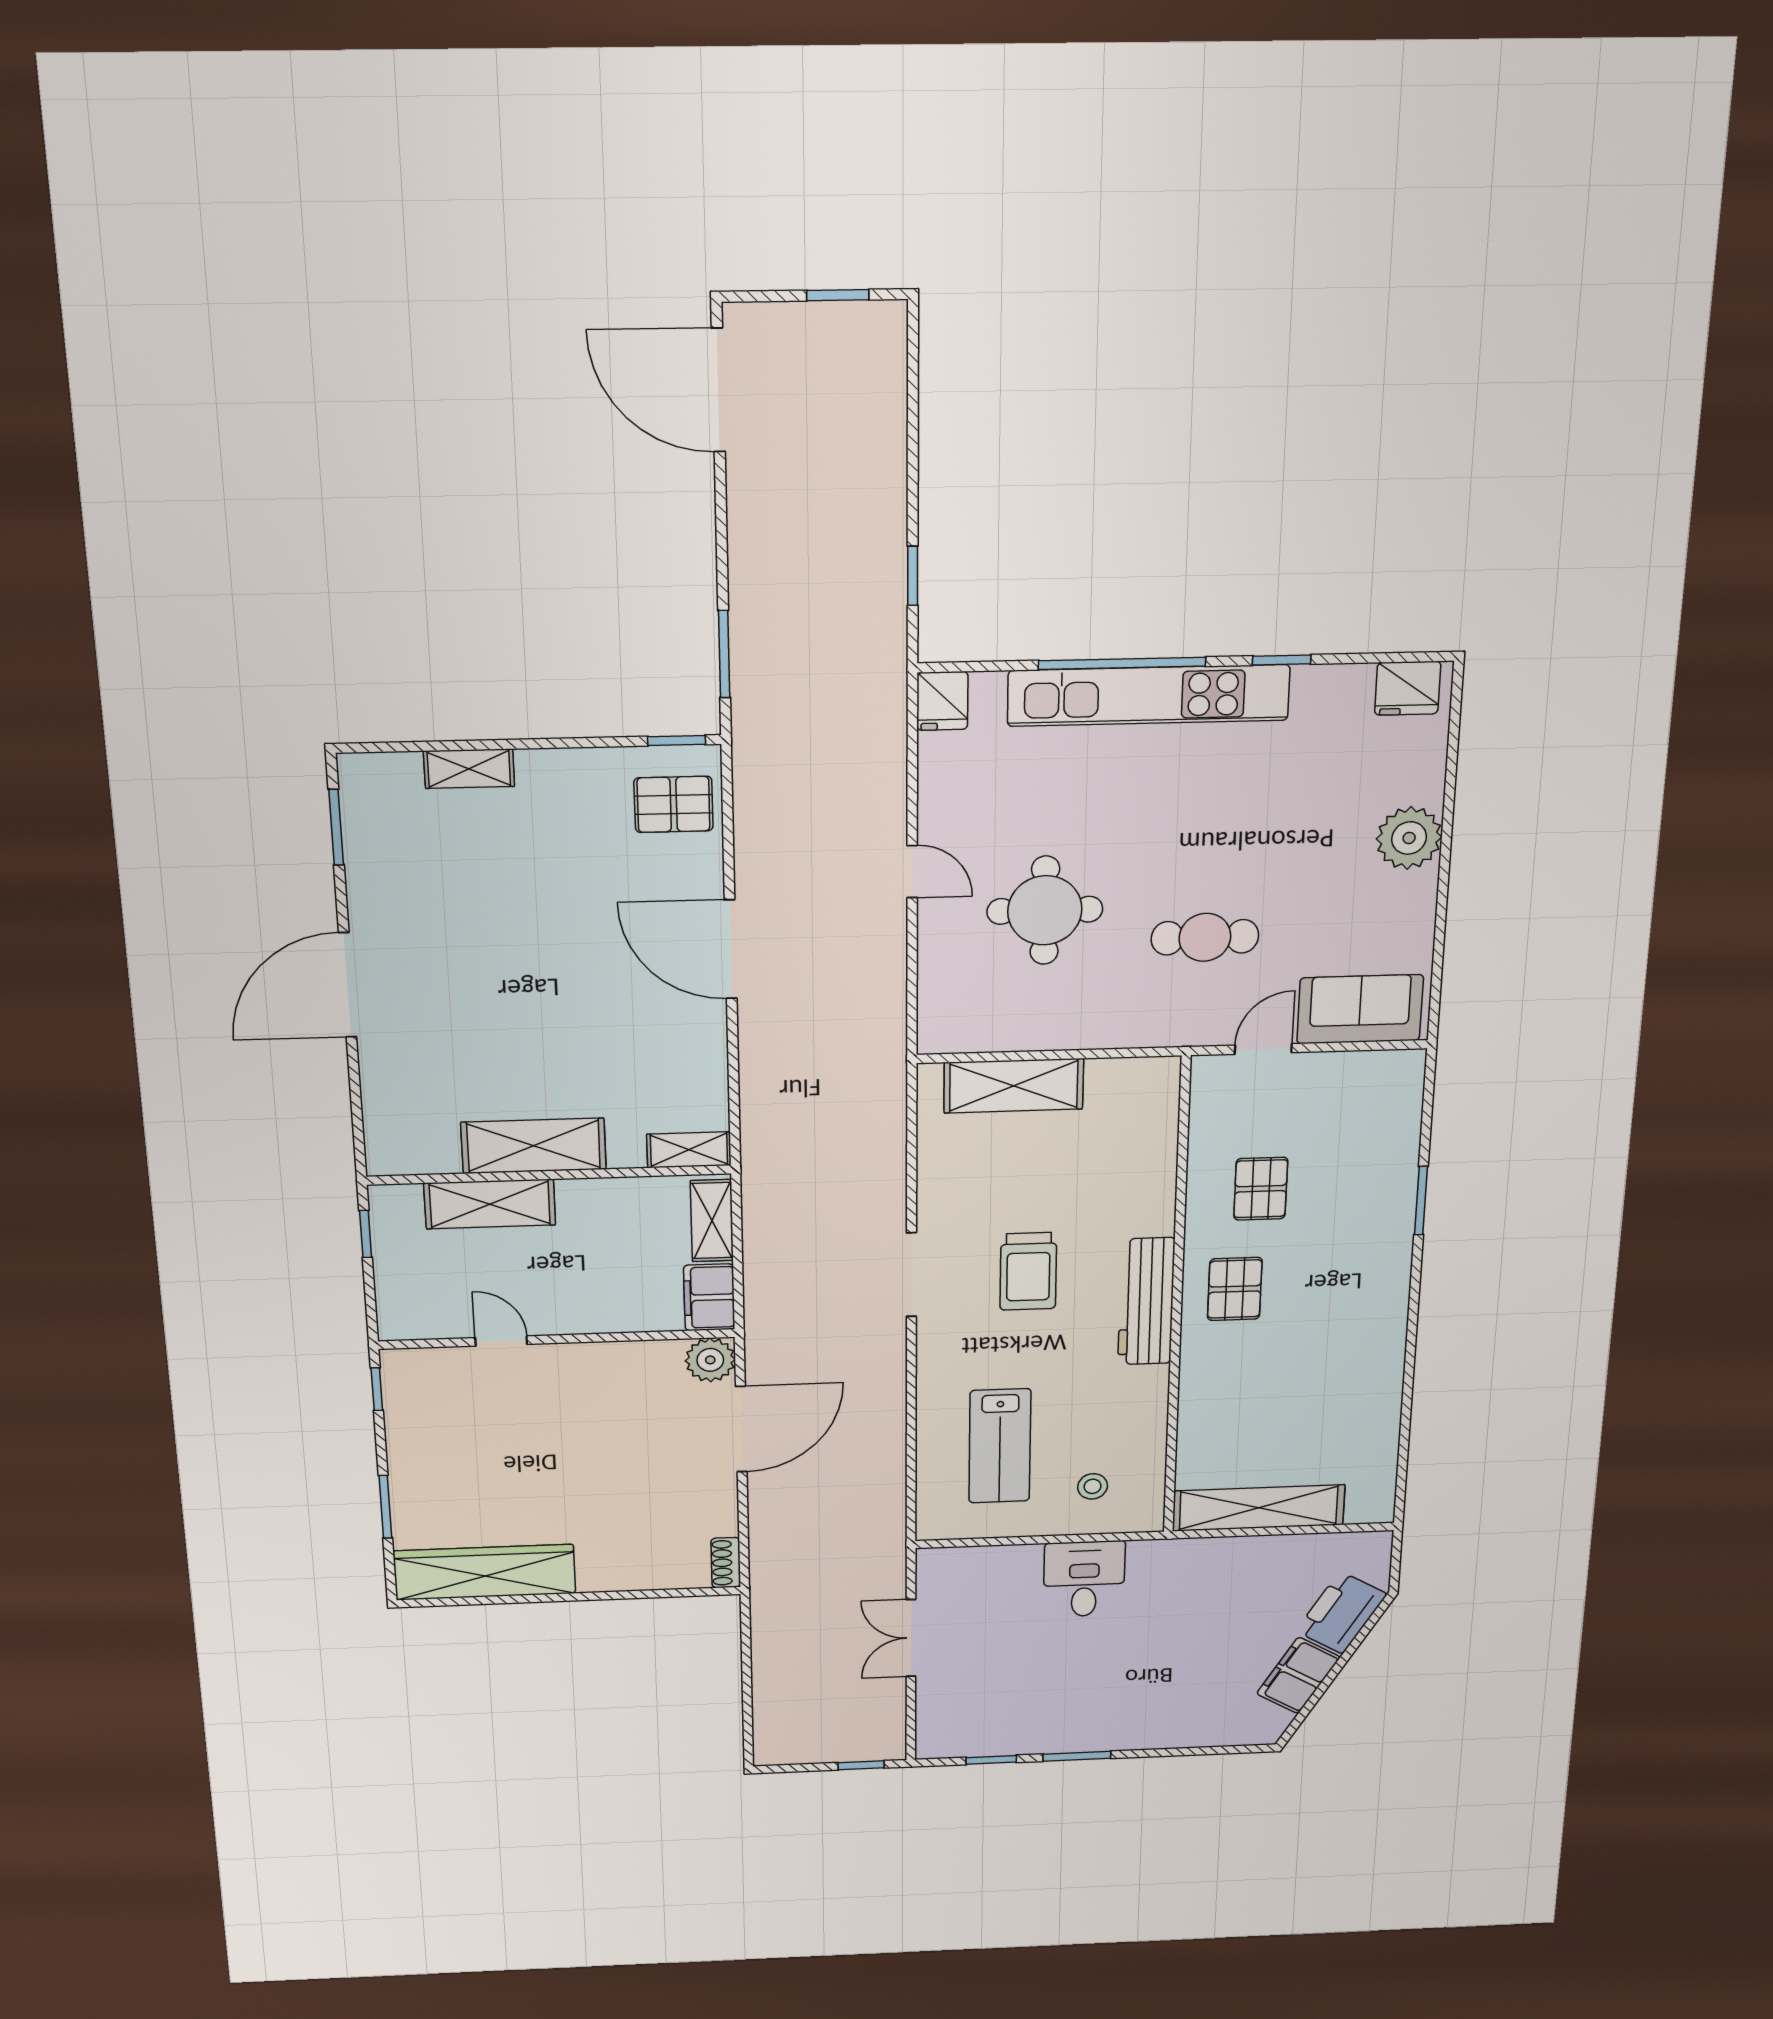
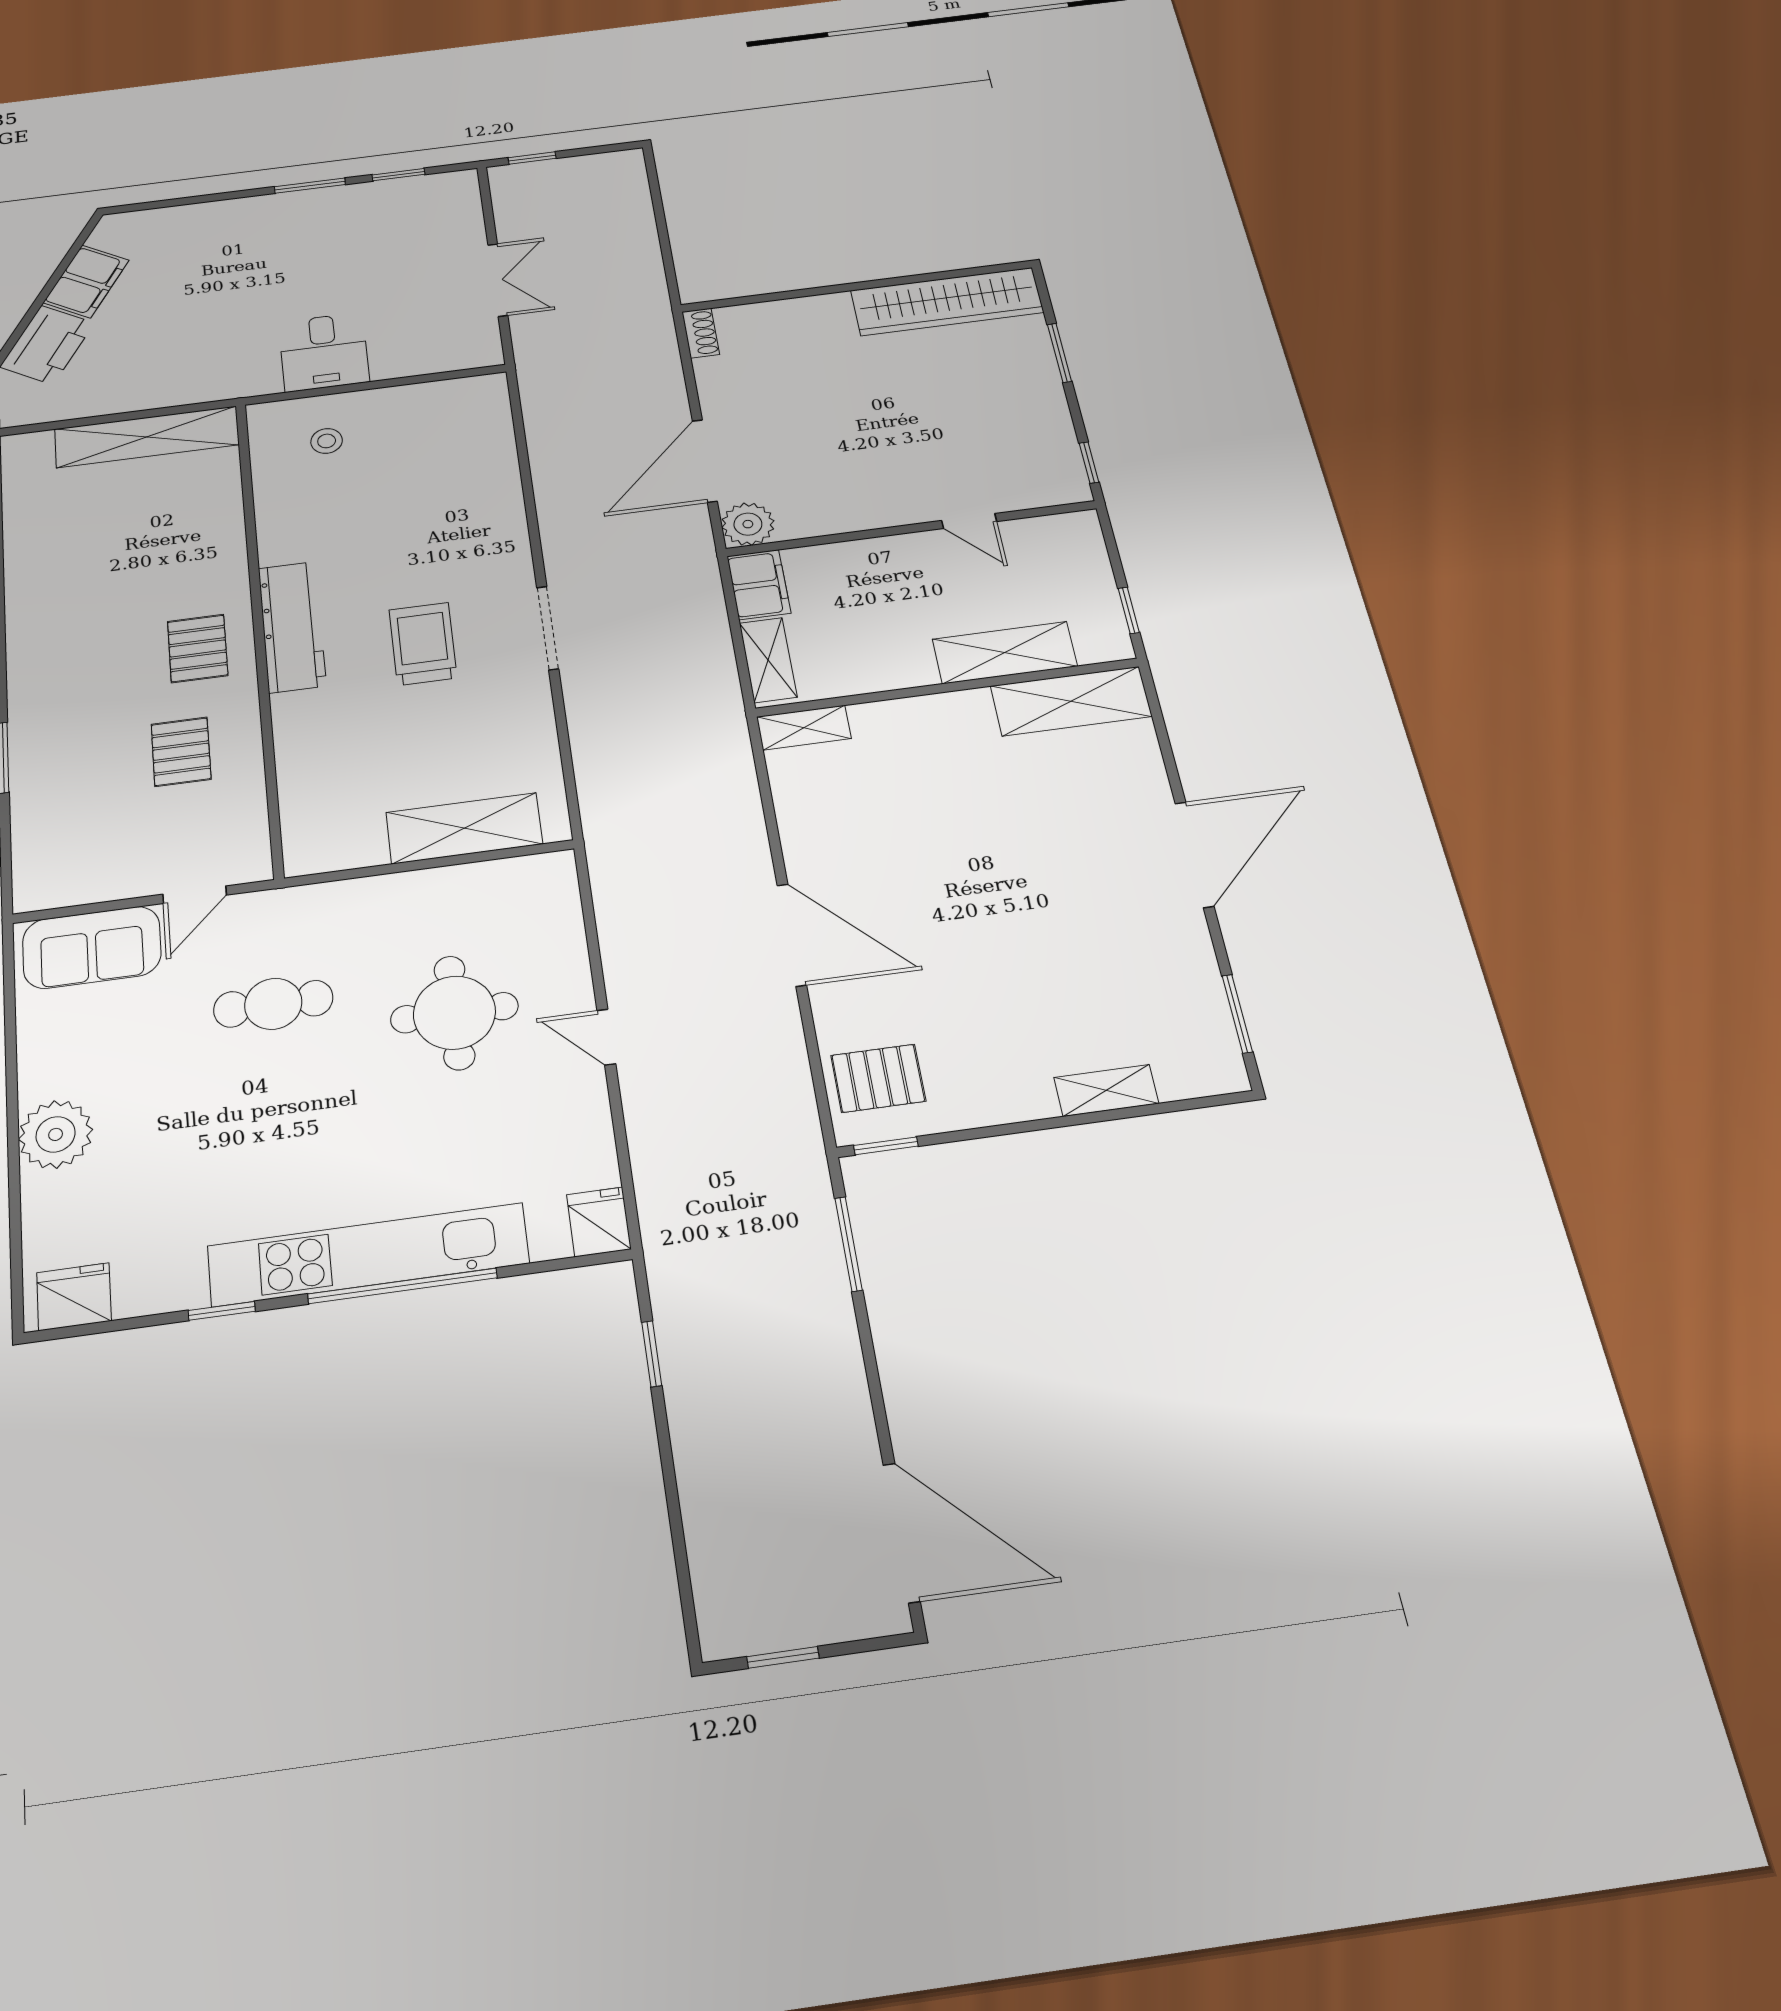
shelving: (534, 1146) -> (1071, 701), moved
lab bench: (1000, 1446) -> (430, 470), removed

